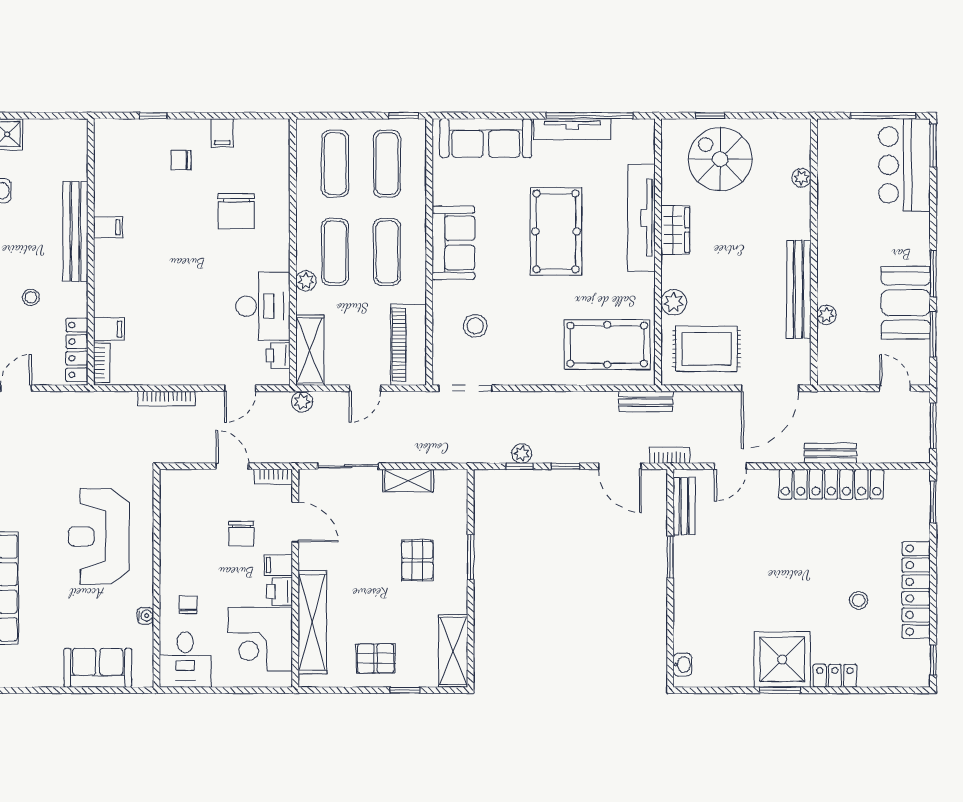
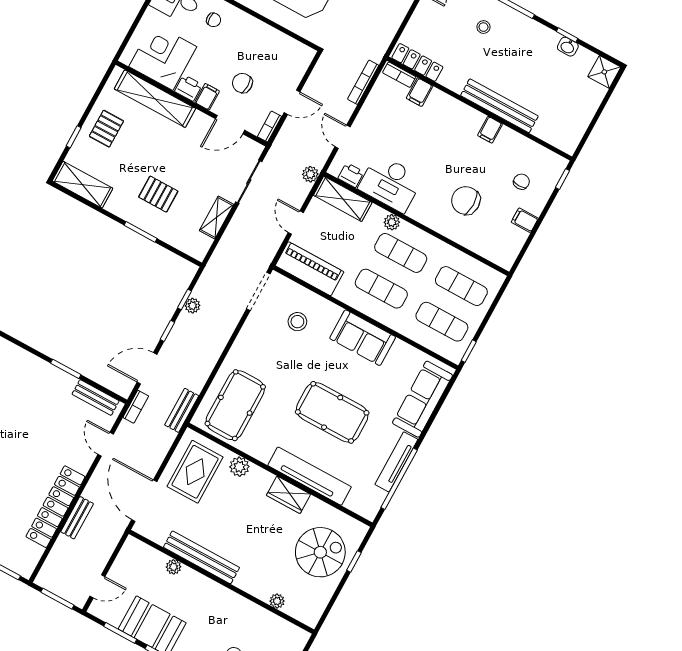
filing cabinet: (108, 227) -> (490, 130), moved
bench: (75, 231) -> (499, 106), moved
wall: (91, 252) -> (479, 109), moved
filing cabinet: (109, 329) -> (420, 92), moved
locker: (77, 350) -> (417, 62), moved
bookcase: (102, 363) -> (399, 75), moved

